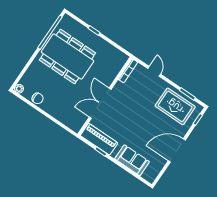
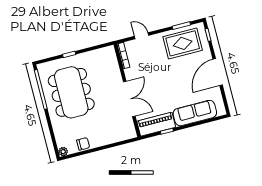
dining table: (67, 57) -> (71, 92), turned 90
double door: (100, 103) -> (129, 99), swing flipped
sofa: (132, 160) -> (195, 113), width x1.36

